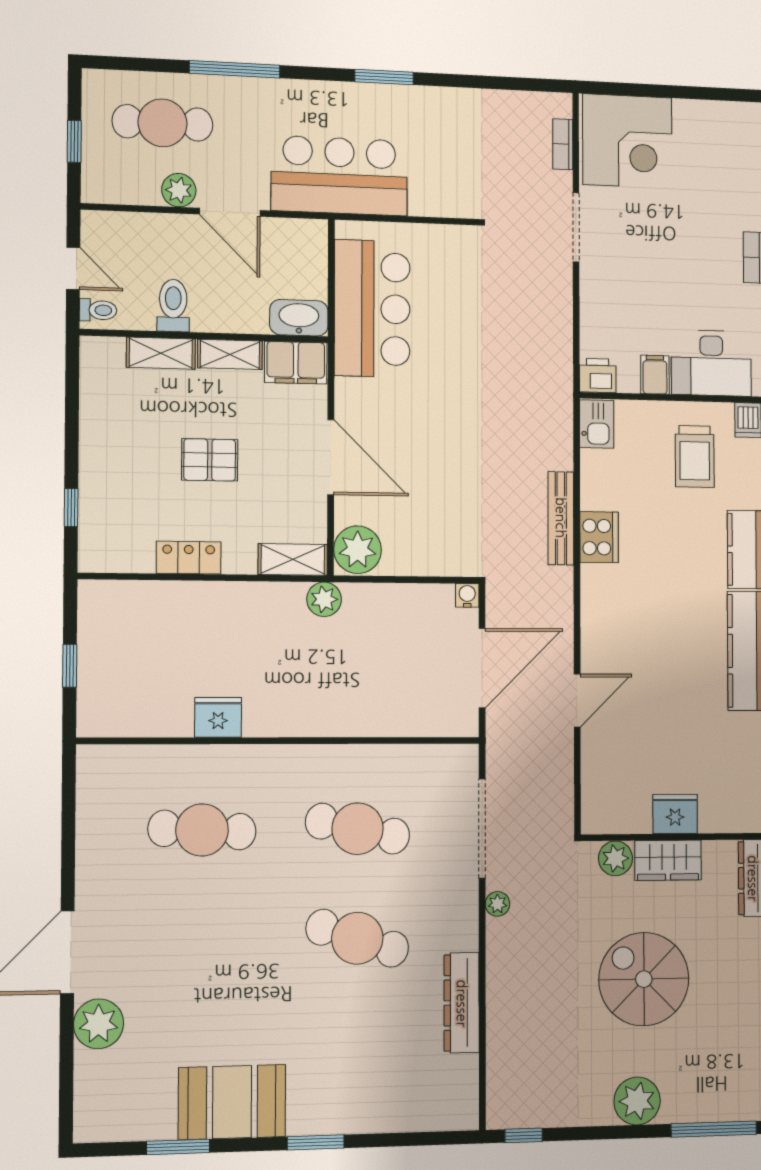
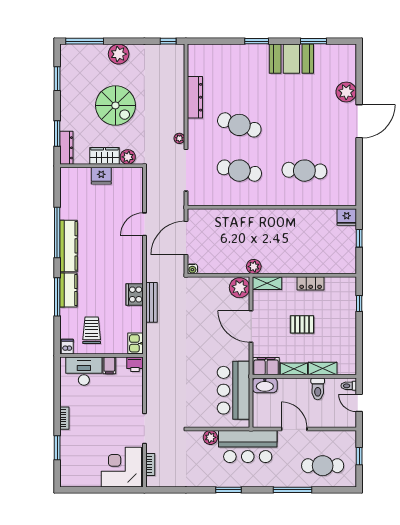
plant: (179, 190) -> (210, 437), moved
fridge: (218, 717) -> (347, 217), moved

